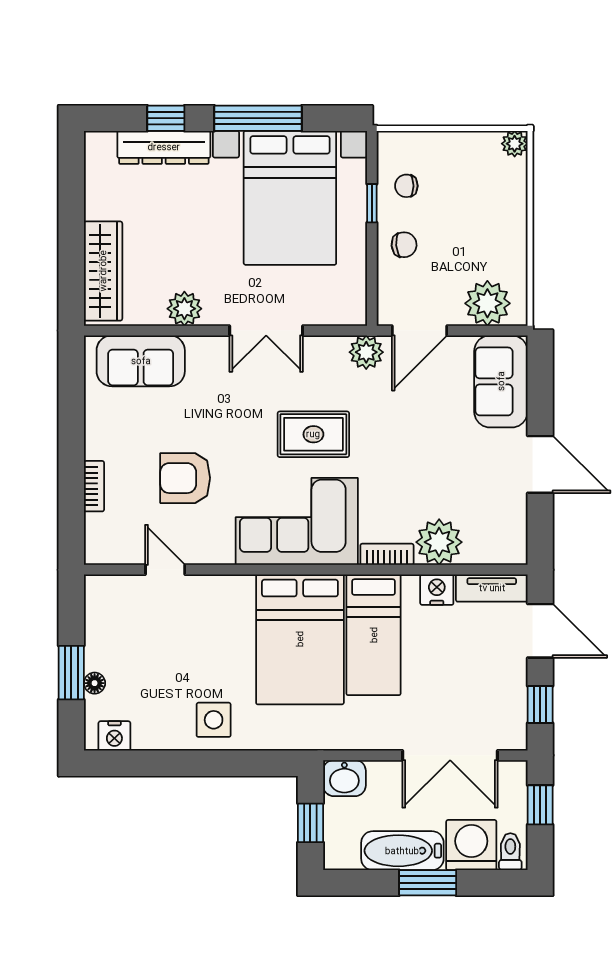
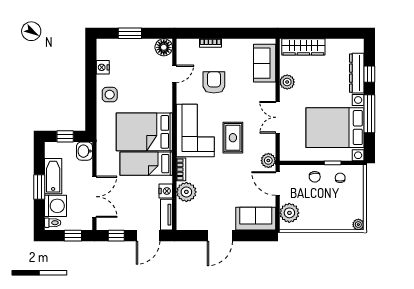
floor lamp: (95, 683) -> (164, 47), moved, width x1.89, depth x1.89
nightstand: (114, 736) -> (103, 67), moved
double door: (450, 755) -> (94, 197), swing flipped

